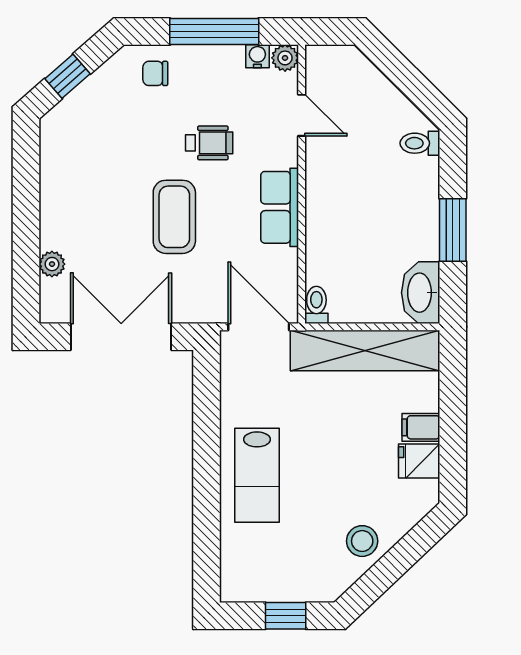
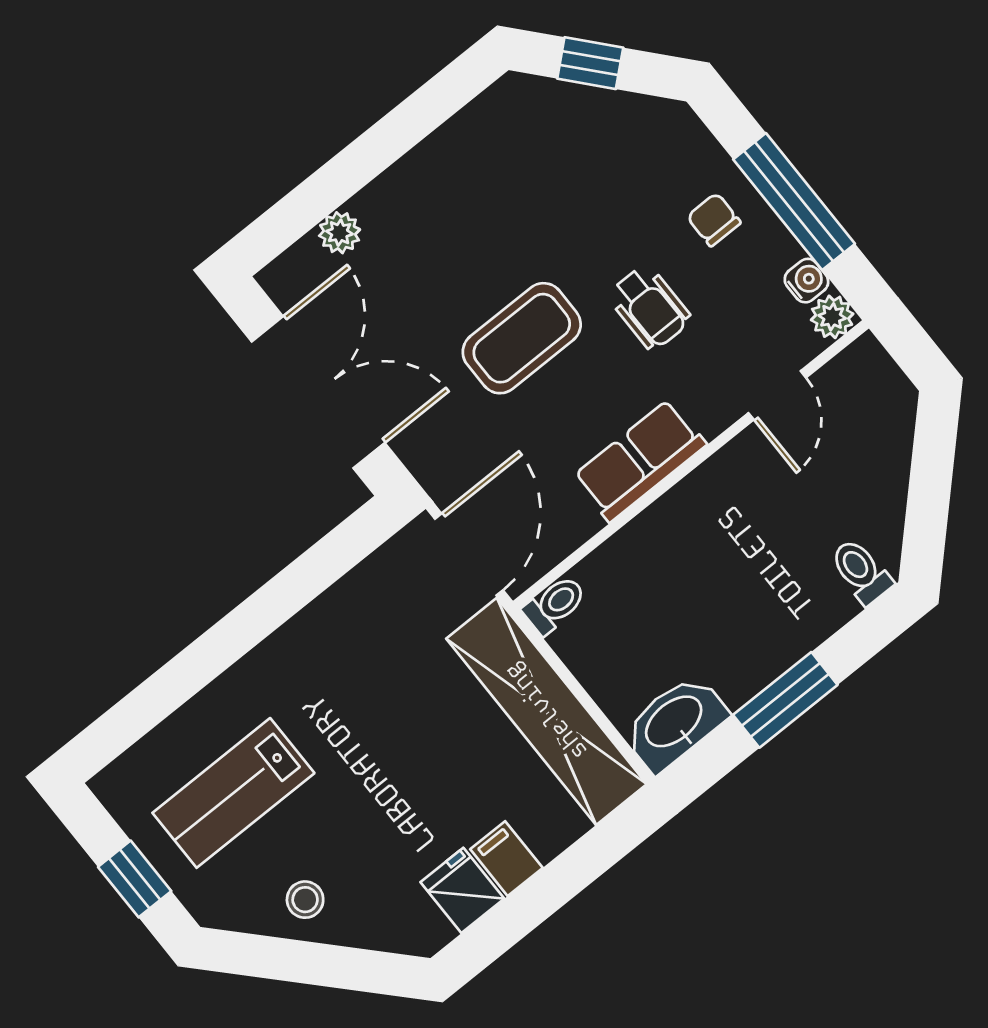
chair: (155, 73) -> (714, 220), moved
lab bench: (257, 475) -> (233, 793), moved
stool: (362, 541) -> (305, 900), width x0.73, depth x0.73

